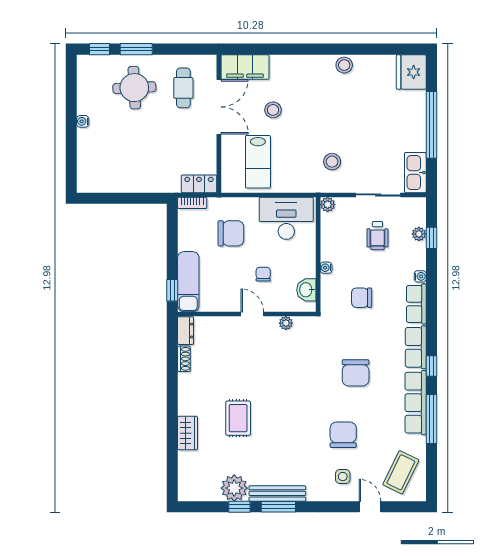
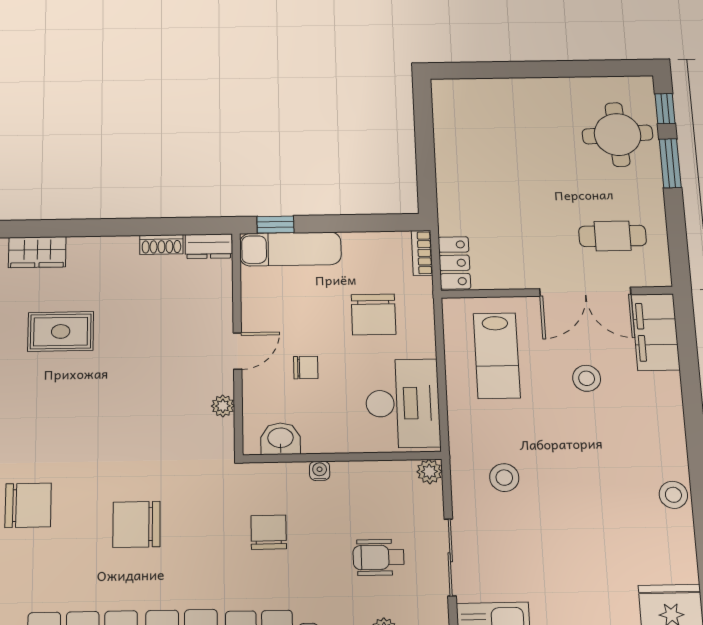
round table: (134, 88) -> (618, 135), moved
water cooler: (83, 121) -> (546, 86), removed
lab bench: (258, 162) -> (497, 355), turned -90

